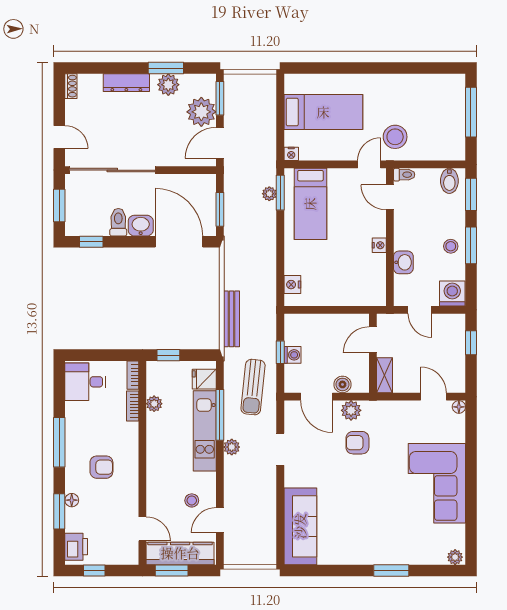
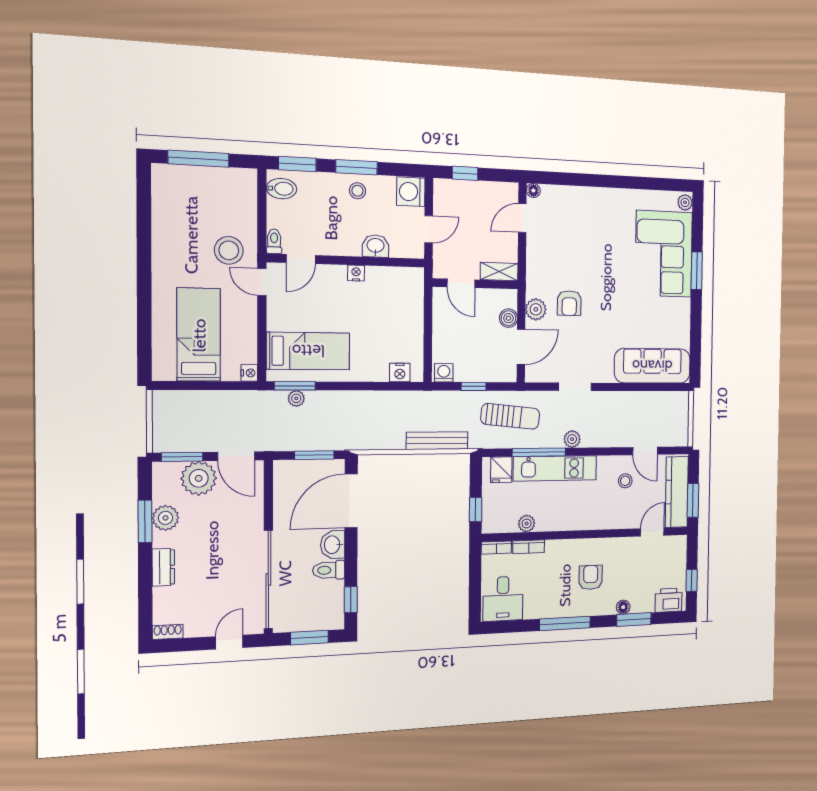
dresser: (126, 83) -> (163, 567), width x0.70
washing machine: (292, 355) -> (444, 373), moved
corner sofa: (437, 483) -> (664, 254), moved, turned 90

